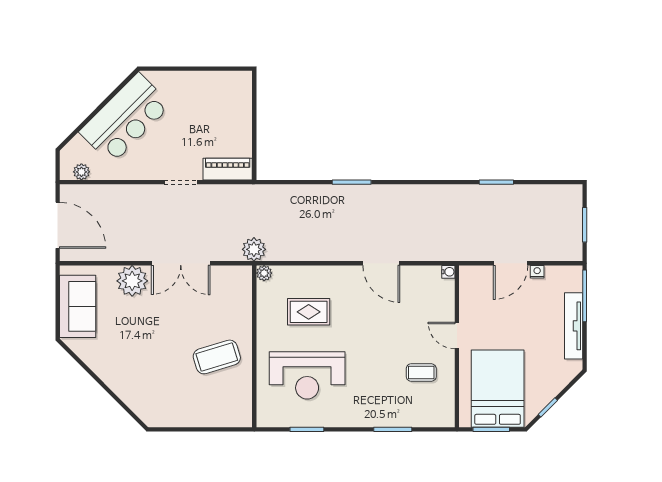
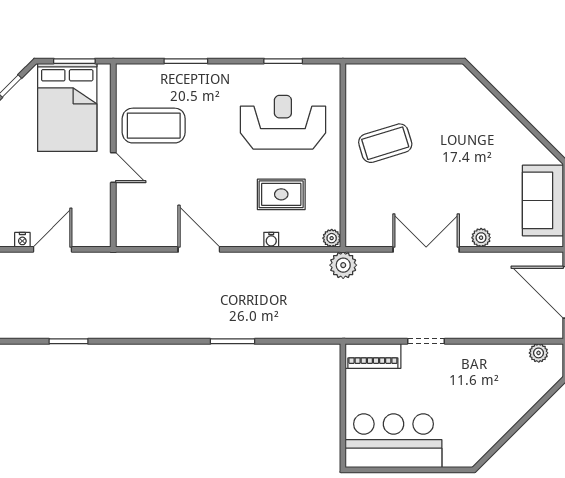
bar counter: (125, 118) -> (394, 441), moved, turned 45
water cooler: (448, 272) -> (271, 240), moved, turned -90
plant: (132, 281) -> (481, 238), width x0.53, depth x0.53
coffee table: (421, 373) -> (154, 126), width x1.86, depth x1.72

